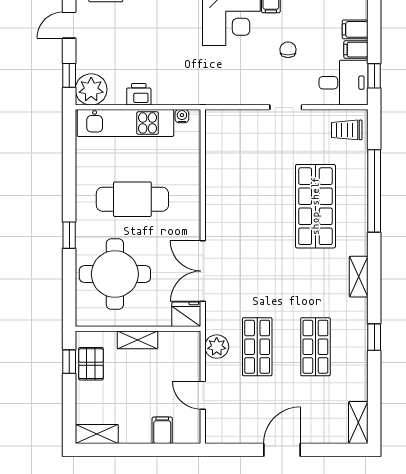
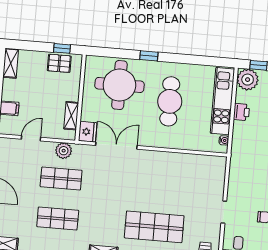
shelving: (138, 340) -> (71, 116), moved

